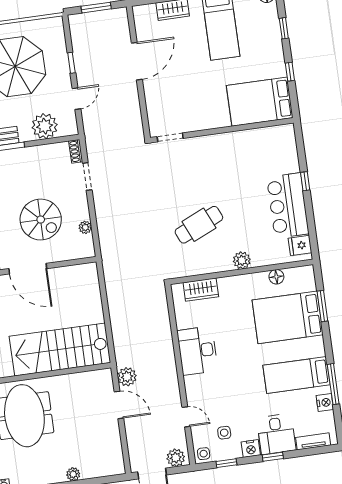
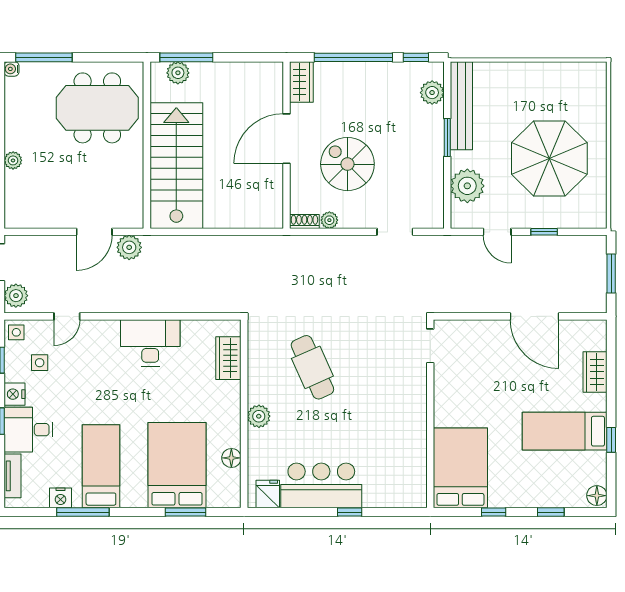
shoe rack: (76, 151) -> (304, 221), moved
spiral stairs: (41, 220) -> (347, 164), turned 90

